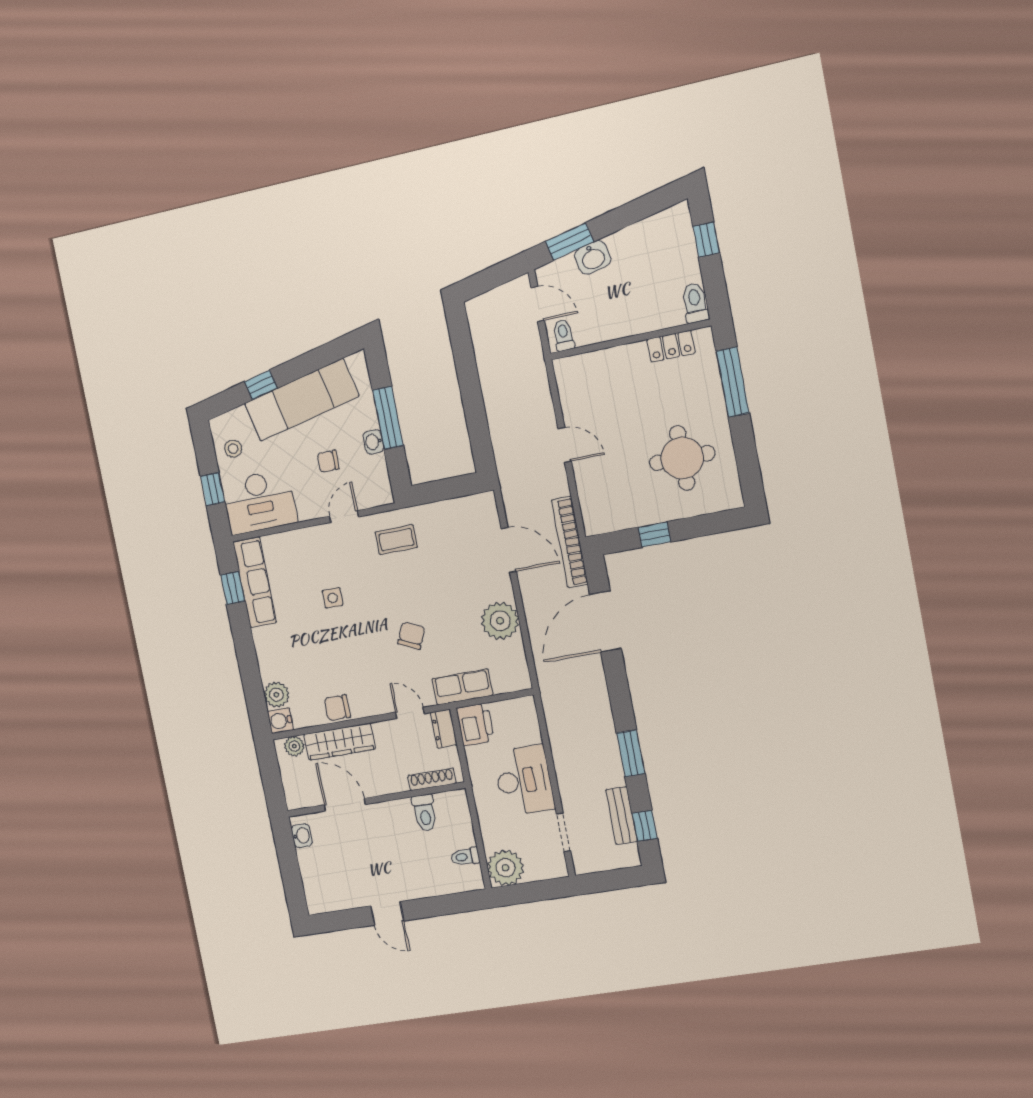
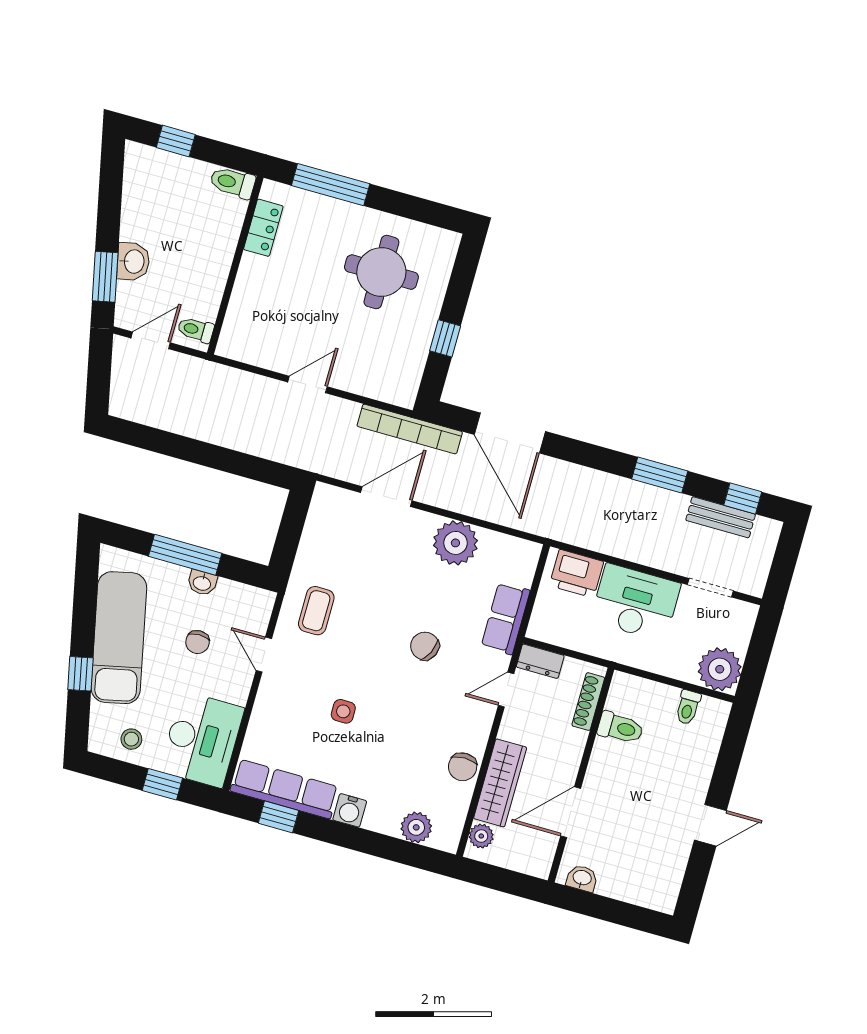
water cooler: (280, 721) -> (350, 810), moved
printer: (475, 725) -> (576, 574), moved, turned 180

